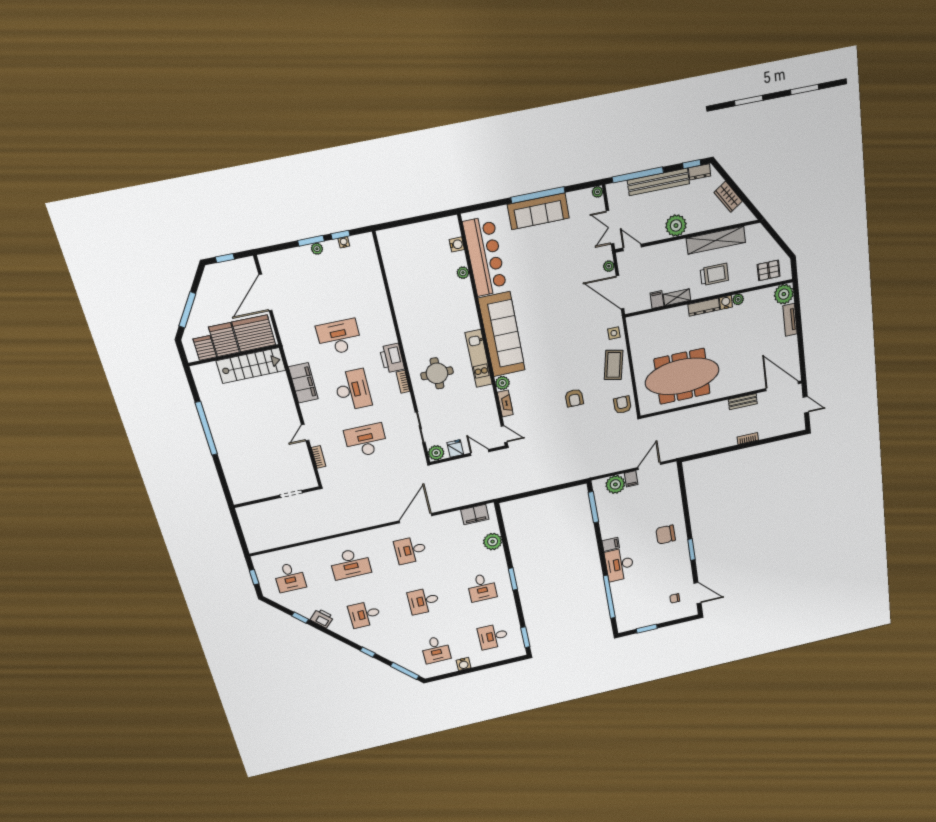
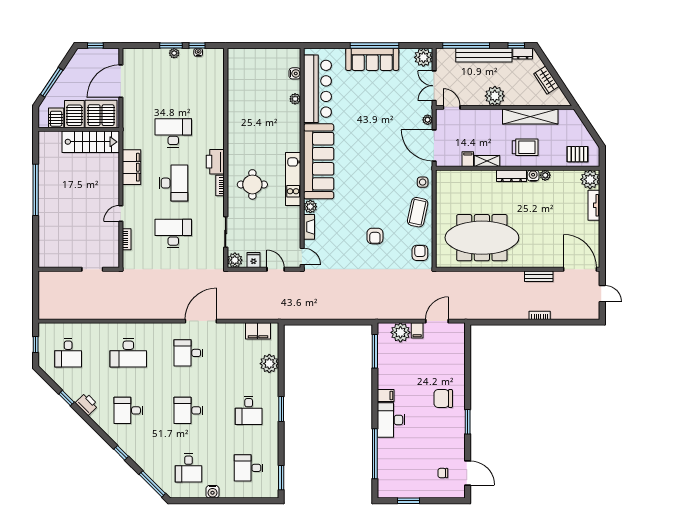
plant: (597, 192) -> (423, 57), width x1.88, depth x1.88

